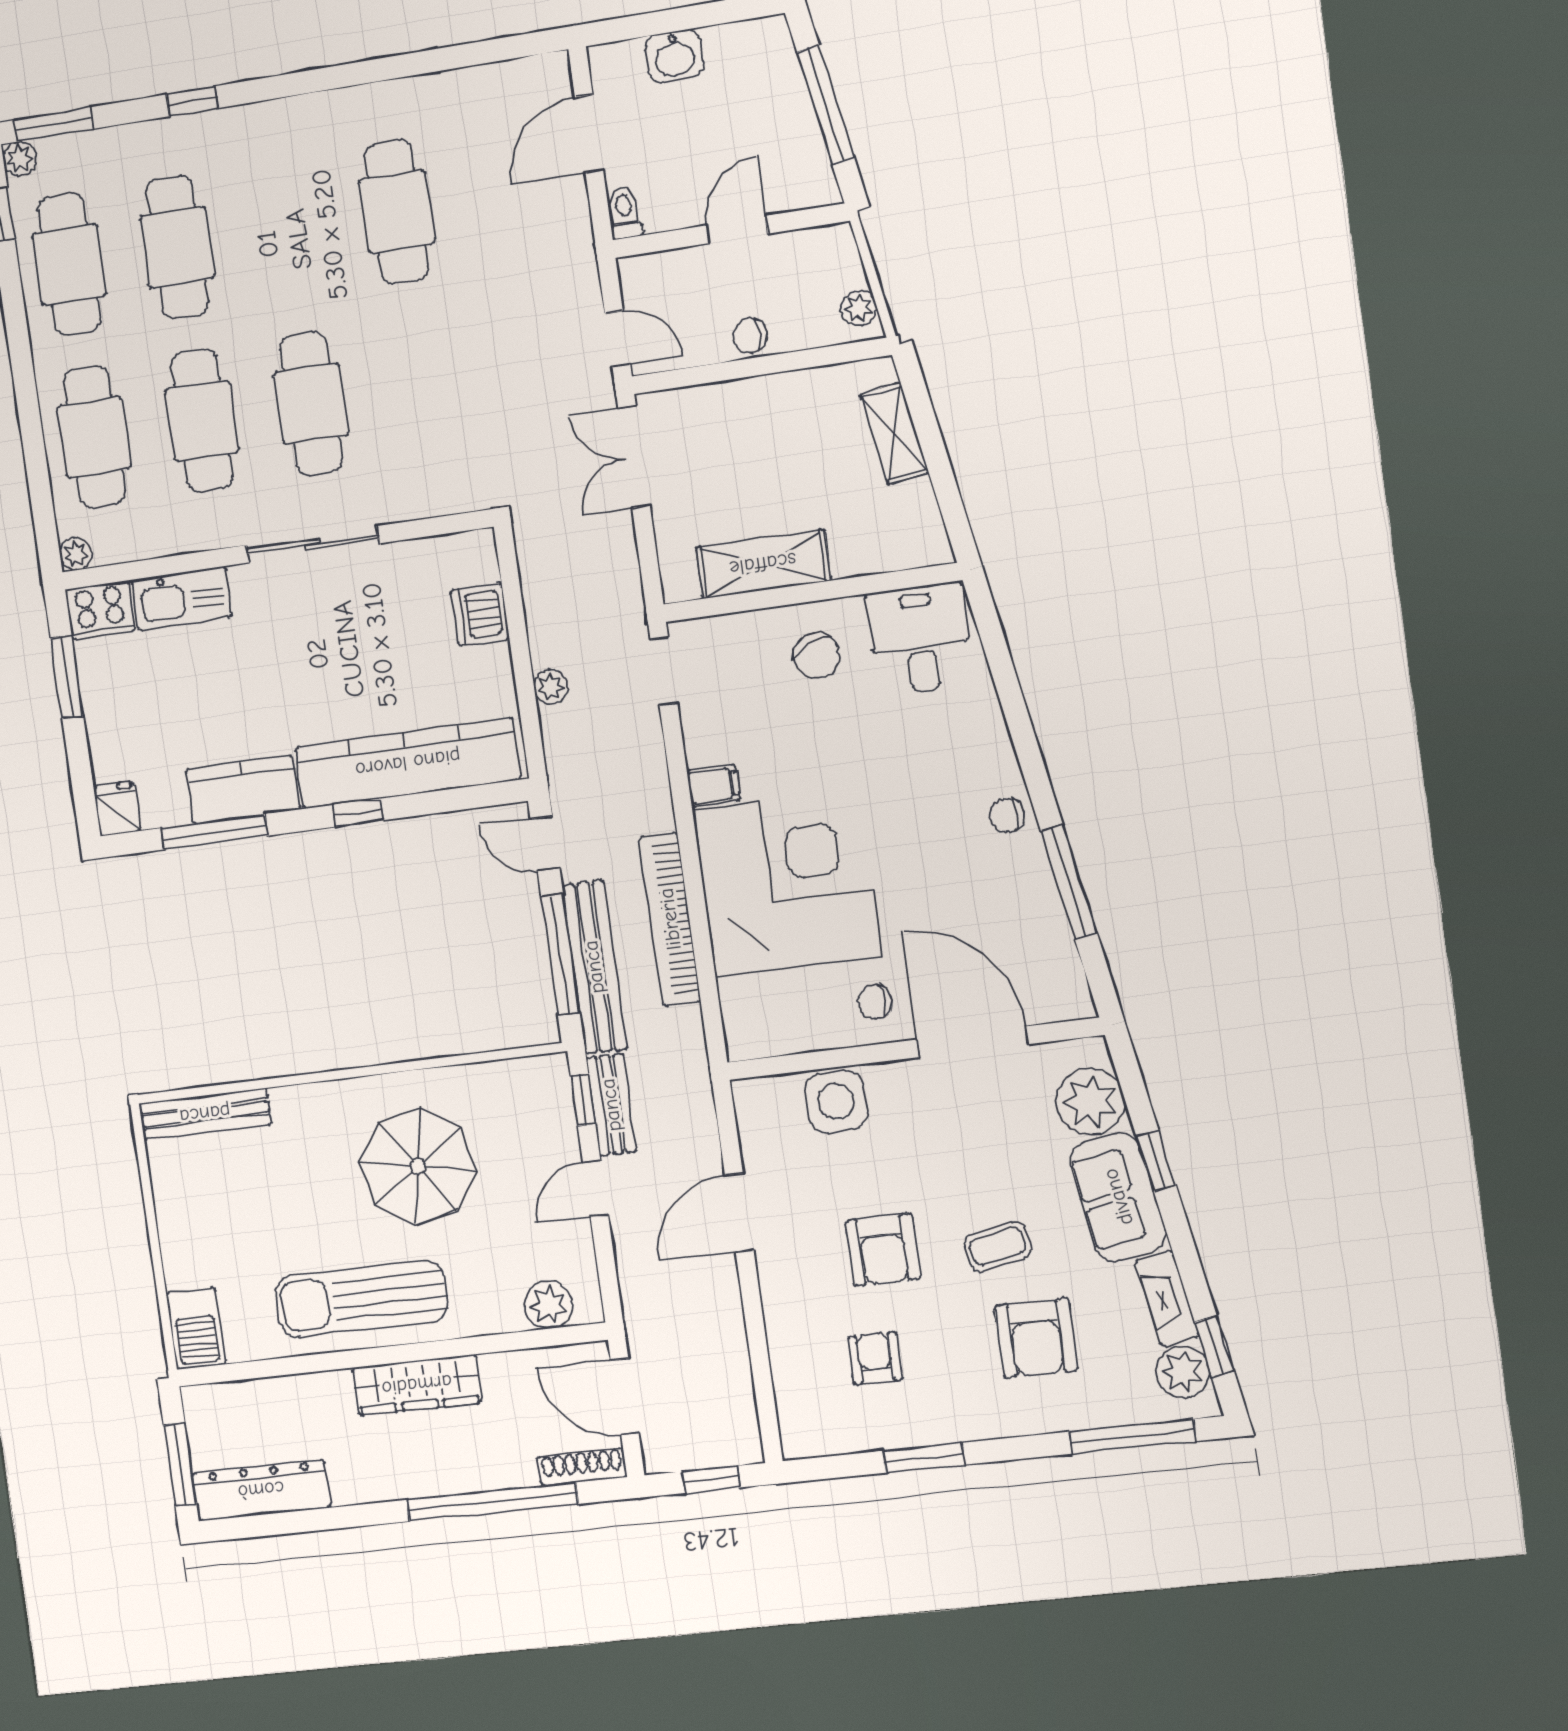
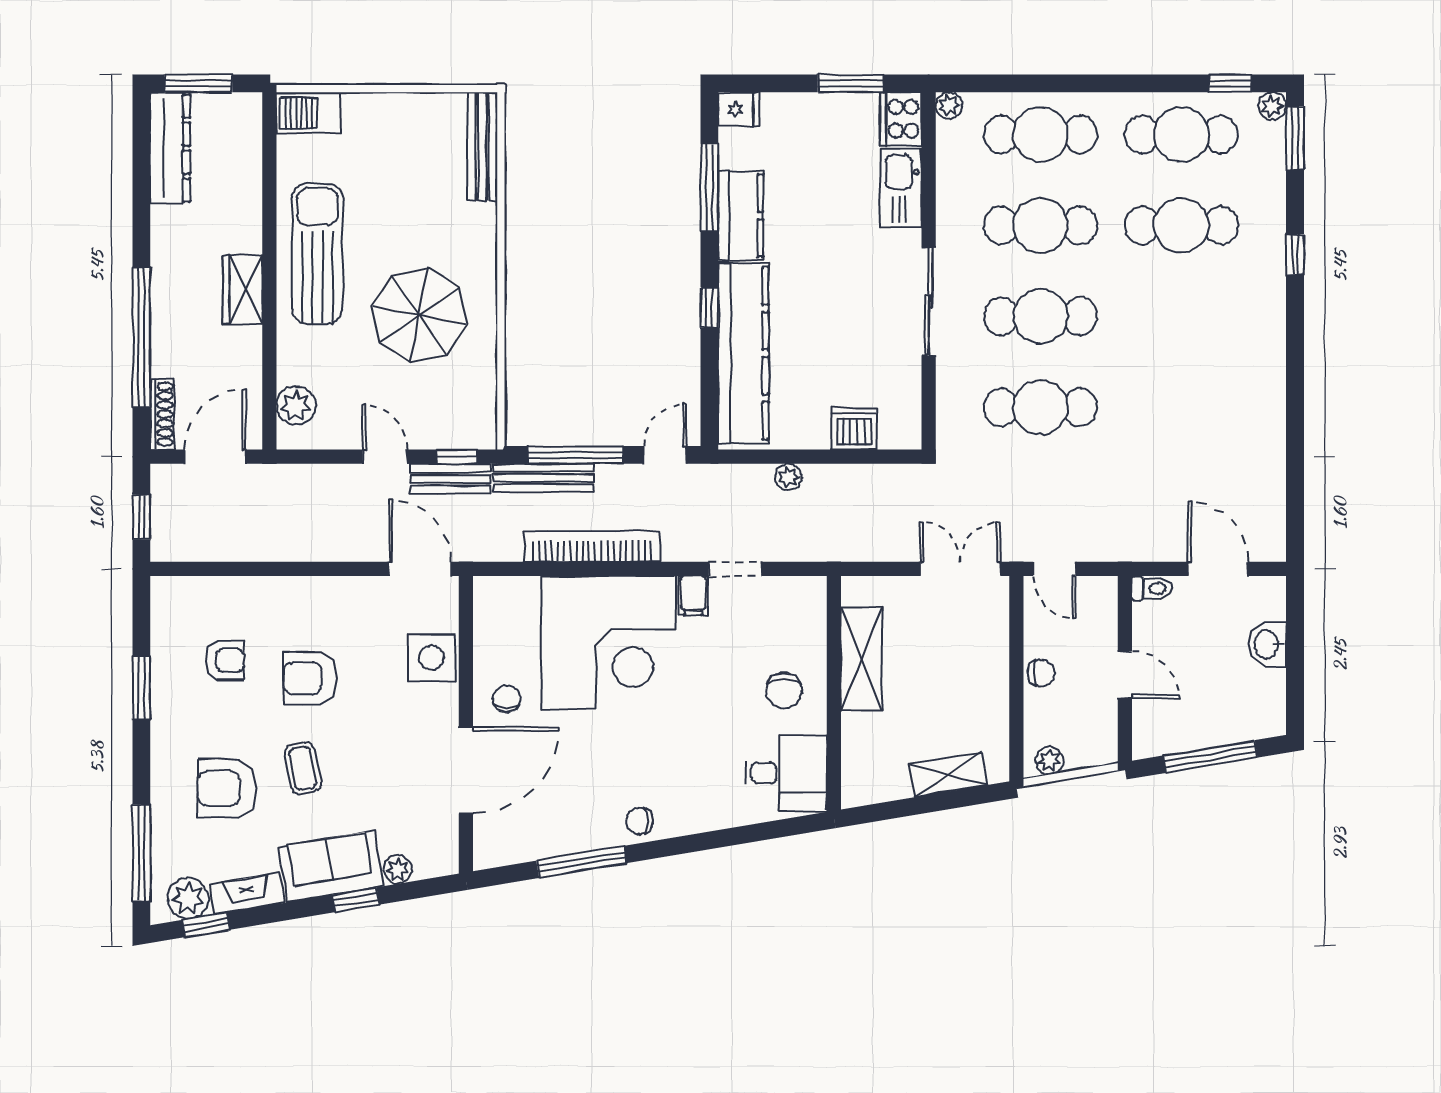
cafe table: (397, 212) -> (1040, 407), moved
chair: (750, 336) -> (1041, 673), turned 90
door: (618, 339) -> (1054, 569), hinge flipped
chair: (817, 656) -> (784, 691), turned -66
doorway: (664, 671) -> (735, 569), moved
chair: (1007, 816) -> (639, 821), turned -90
bench: (594, 967) -> (543, 478), width x0.73, depth x0.82
plant: (1090, 1102) -> (398, 869), width x0.53, depth x0.53
door: (739, 1213) -> (420, 569), moved
wardrobe: (417, 1385) -> (243, 289), width x0.67

